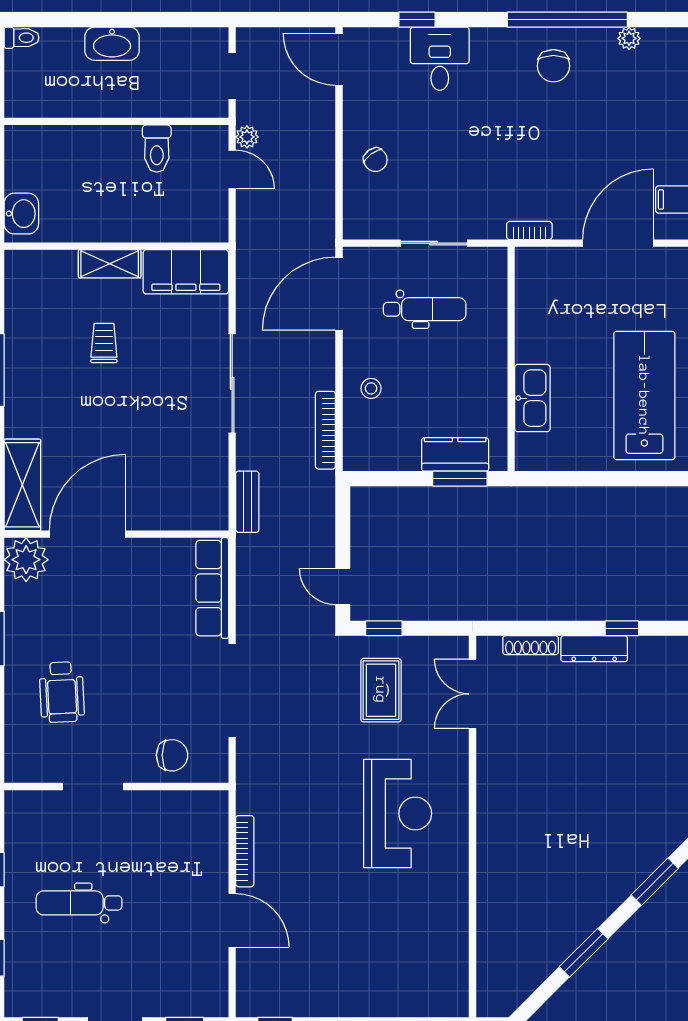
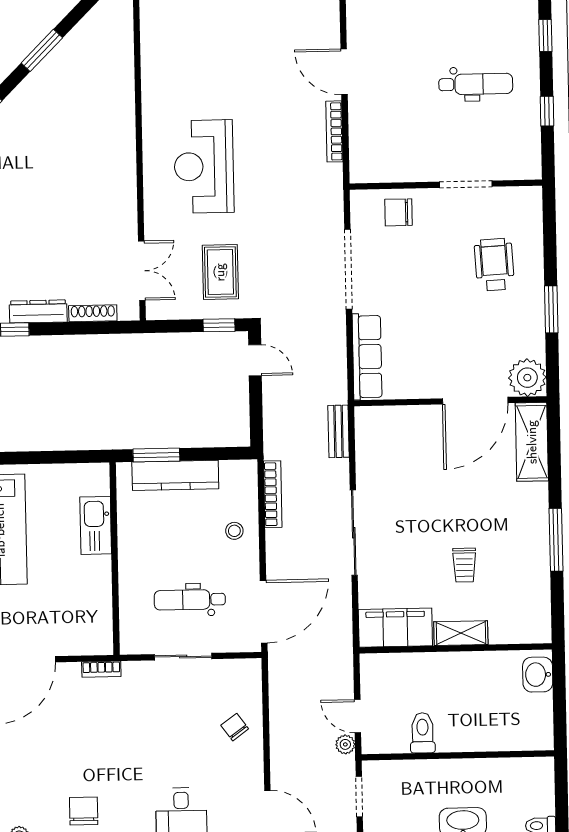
kitchen counter: (455, 454) -> (175, 475), width x1.50

